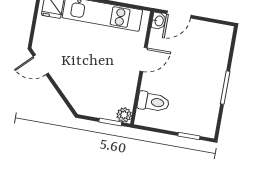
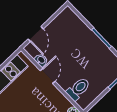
washbasin: (159, 21) -> (41, 60), moved

